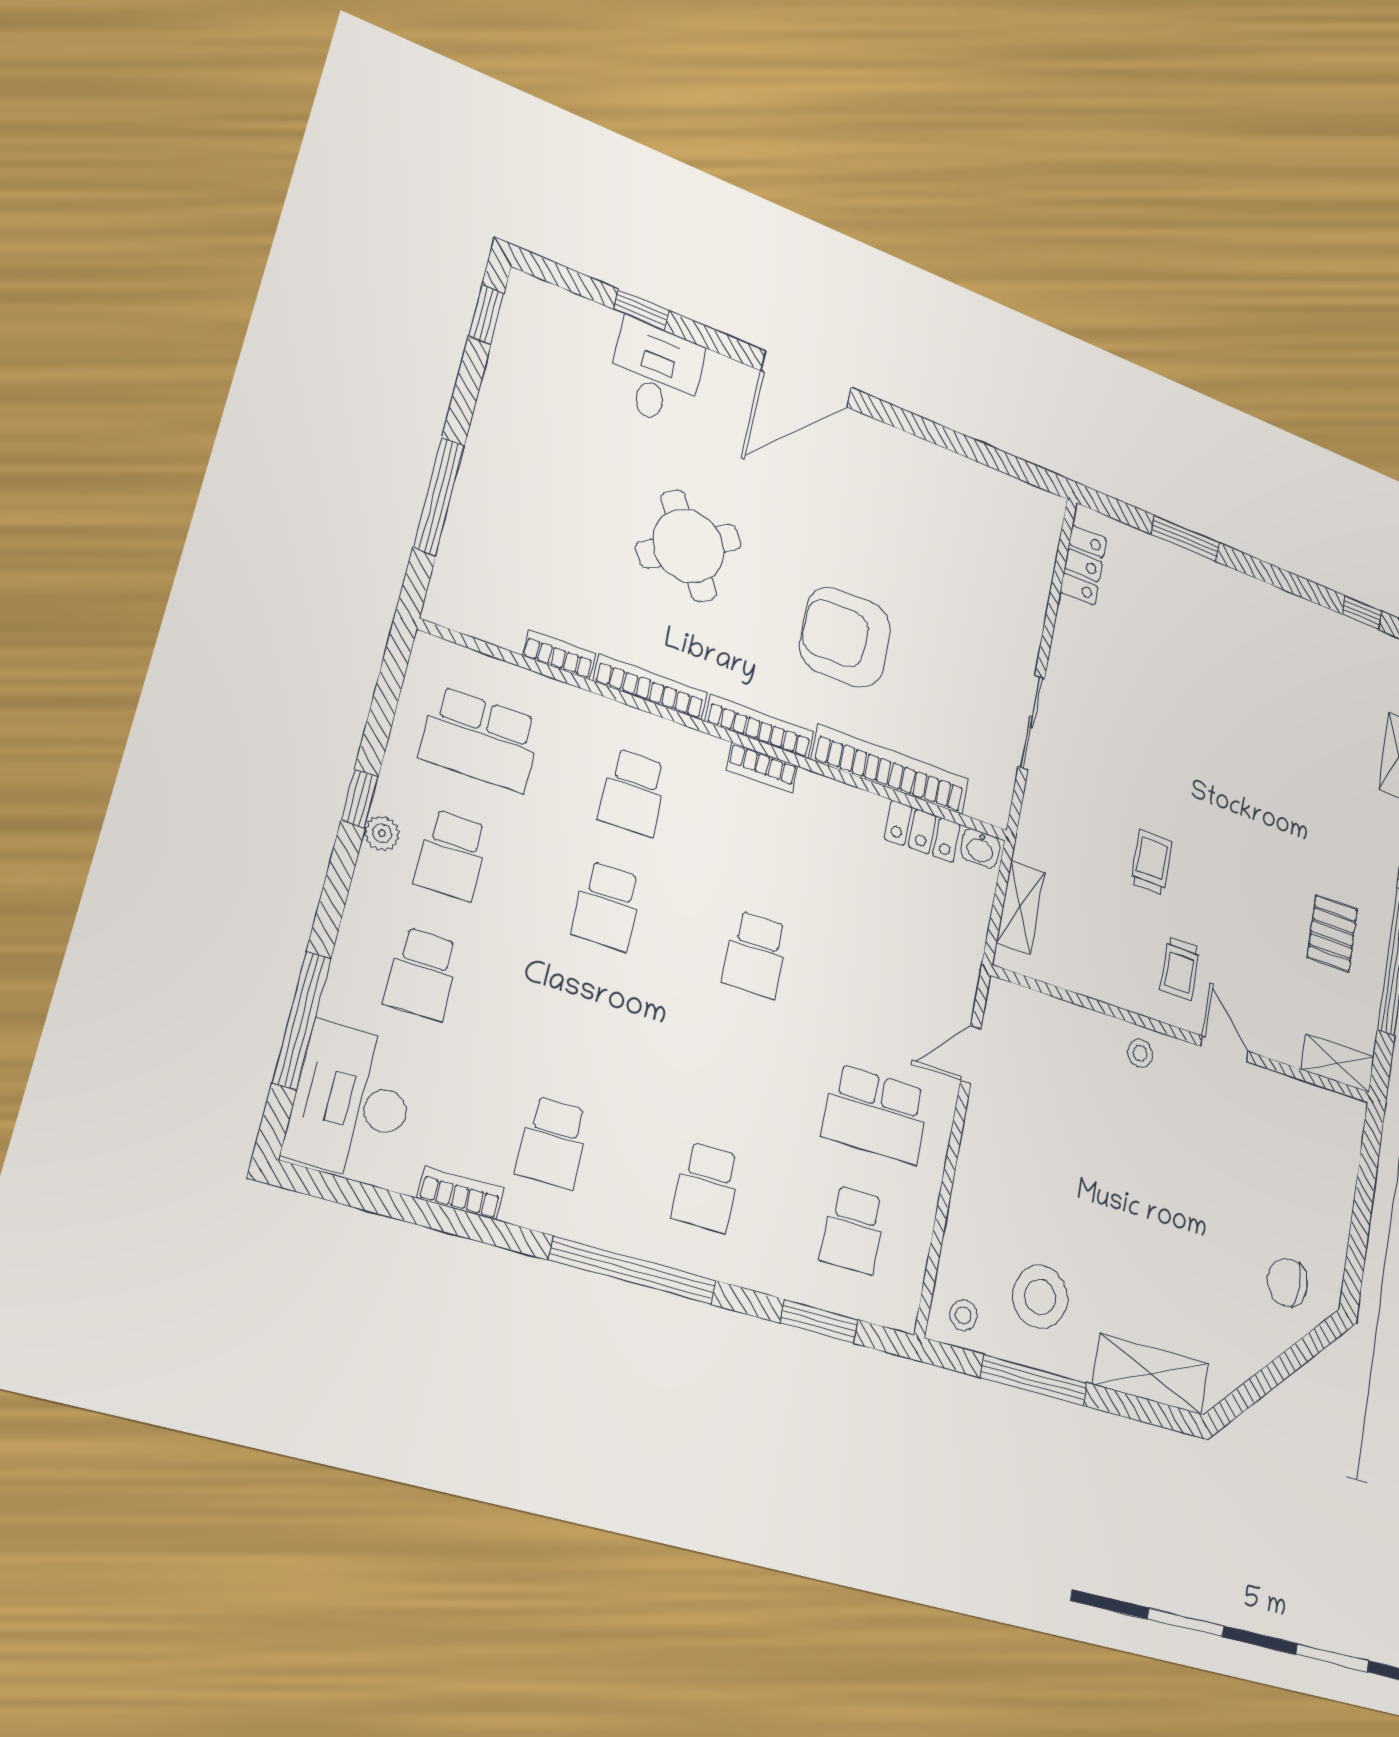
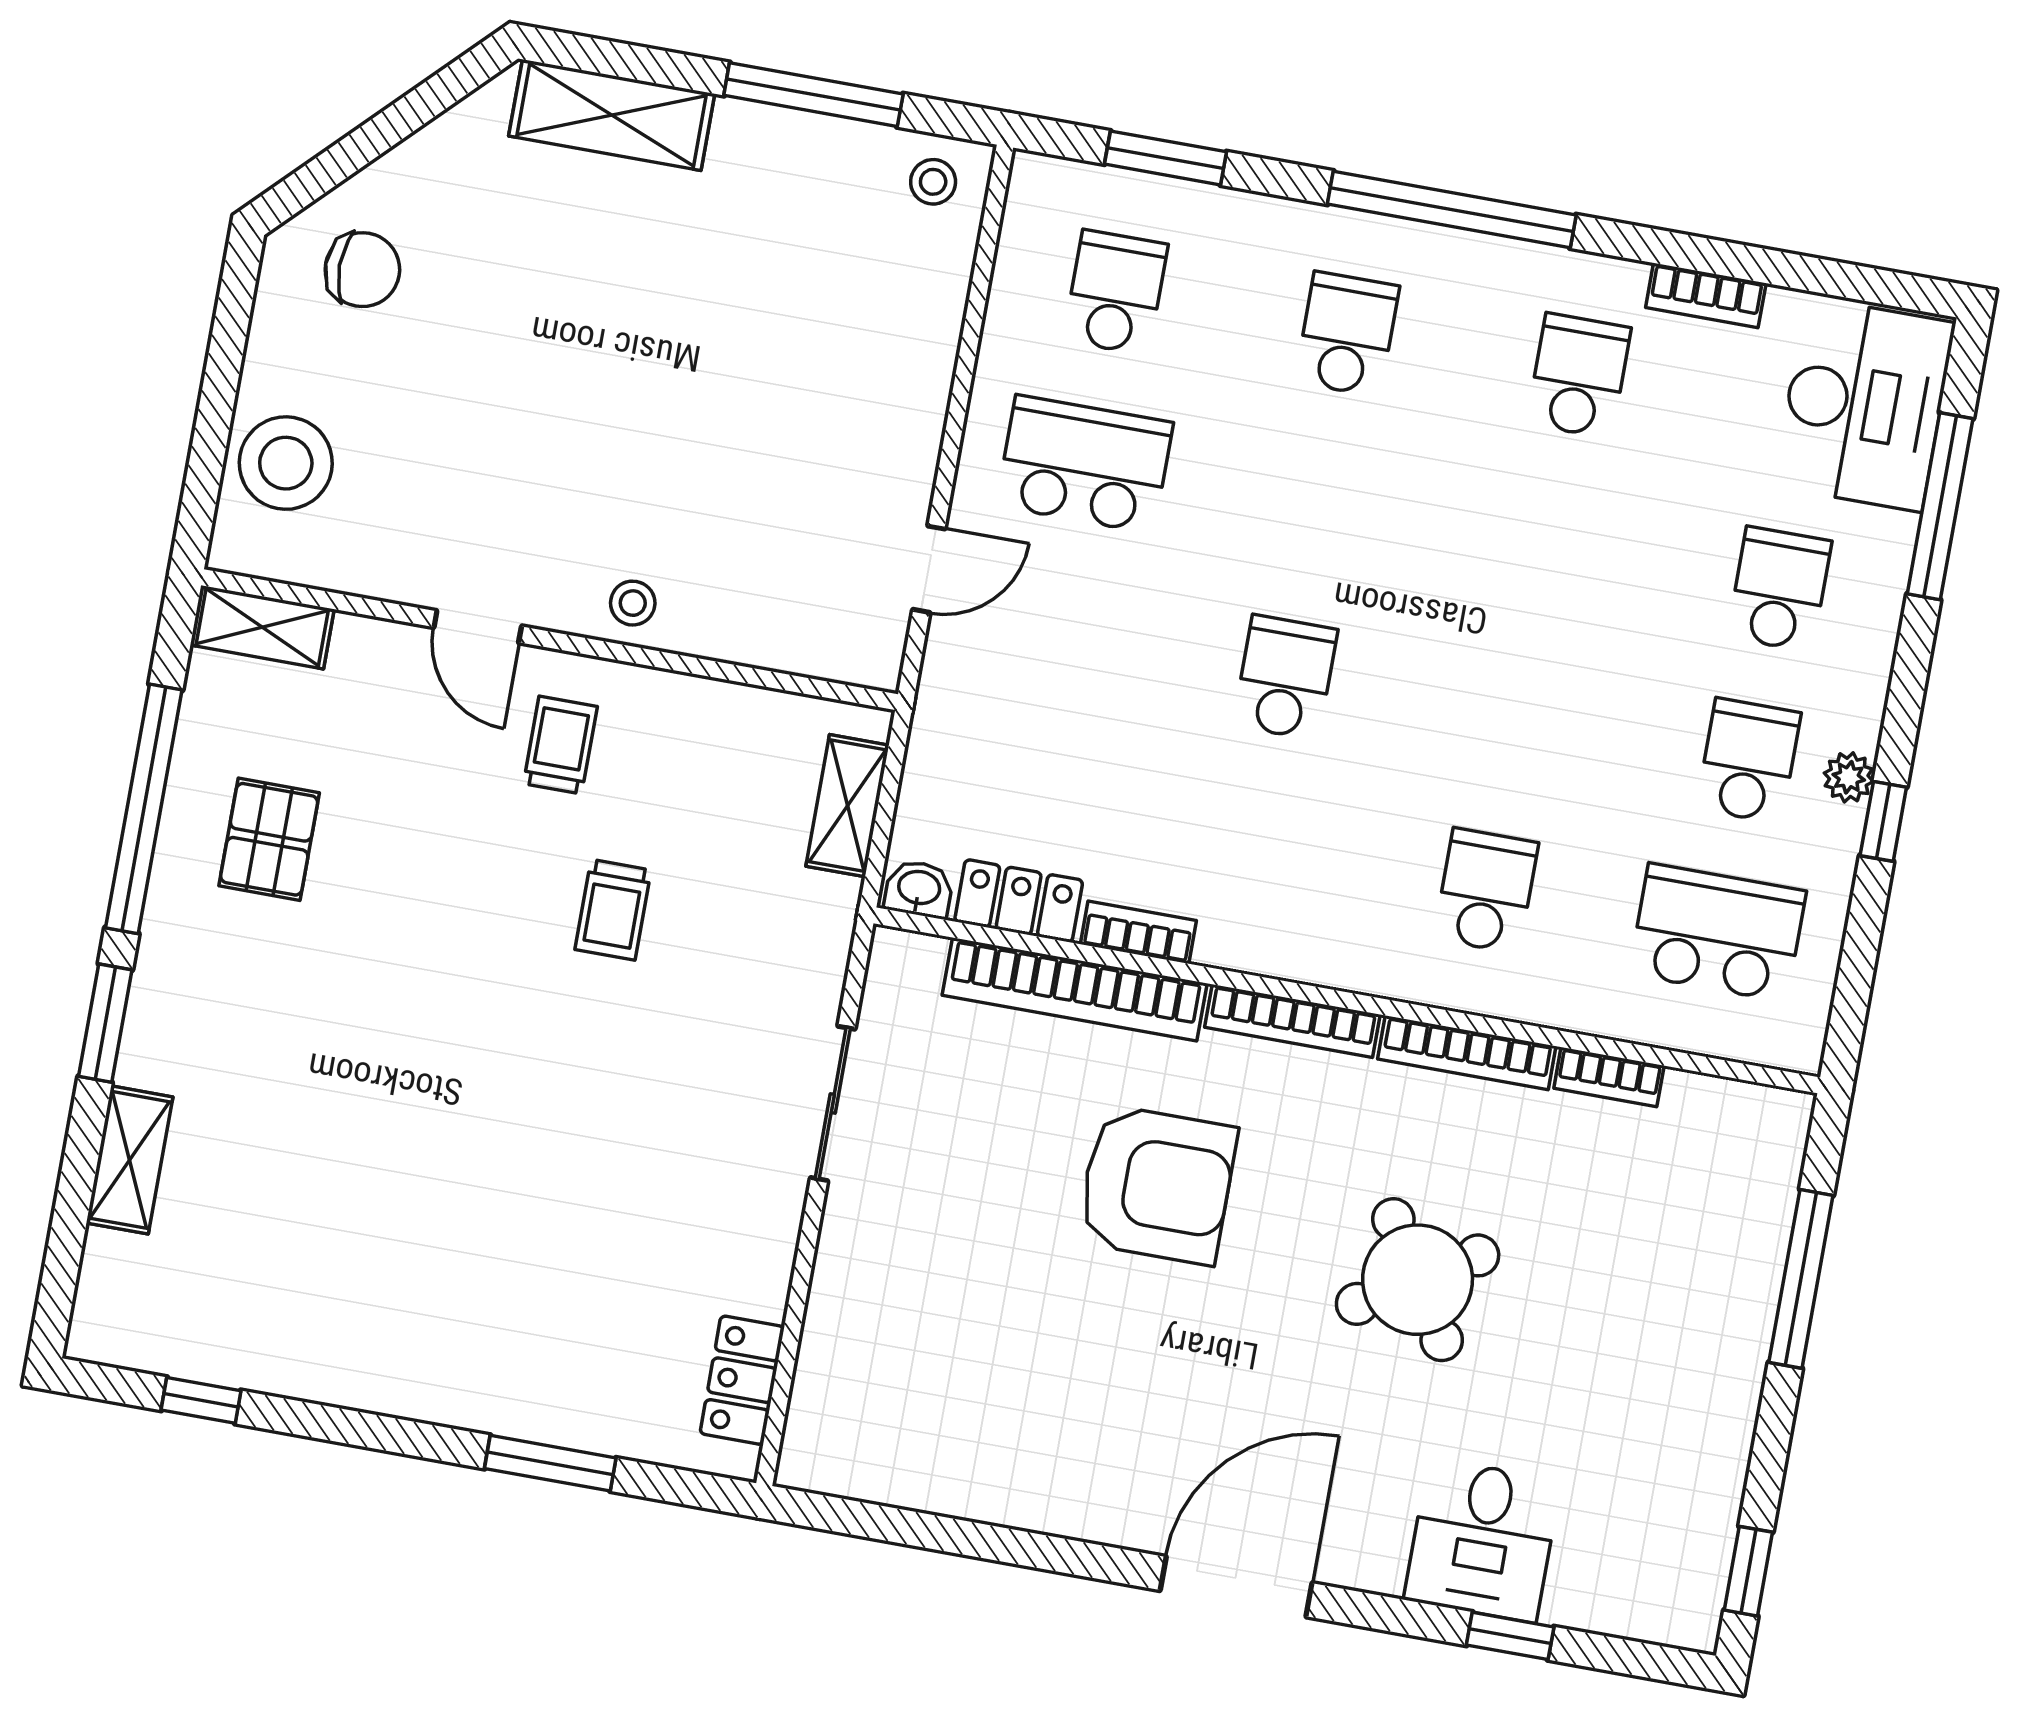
bookcase: (762, 768) -> (1138, 932), moved
school desk: (607, 906) -> (1517, 719), removed
stool: (1040, 1297) -> (286, 463), moved

